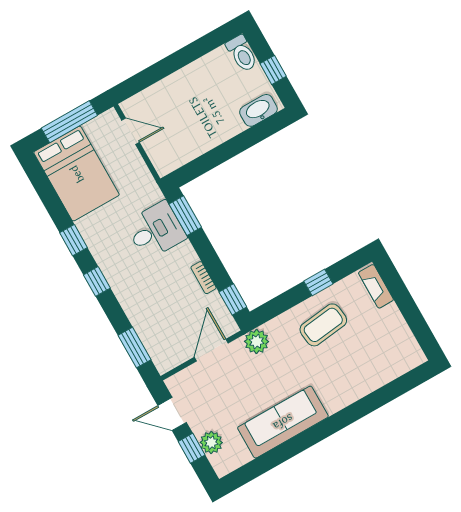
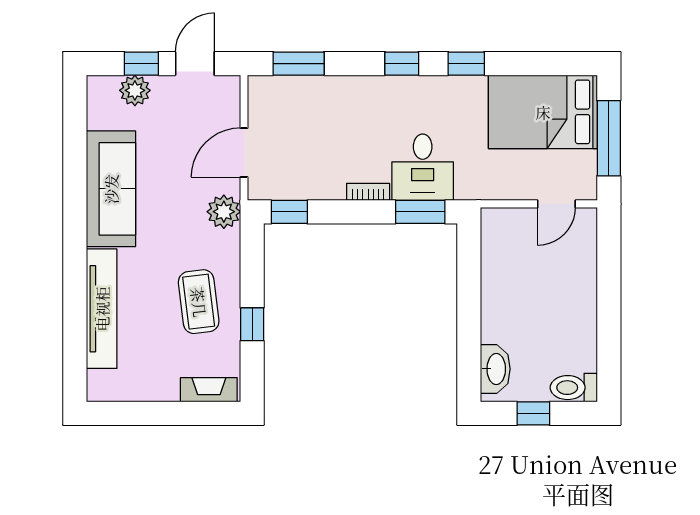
bookcase: (203, 278) -> (368, 192), moved
door: (211, 350) -> (244, 153), swing flipped
tv unit: (363, 384) -> (102, 309), added

